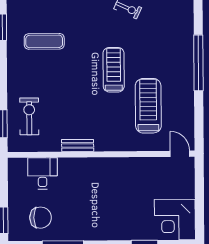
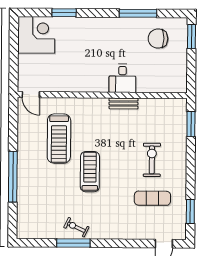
treadmill: (114, 70) -> (90, 172), turned 180
exercise bike: (29, 116) -> (152, 160), moved, turned 180
desk: (43, 173) -> (122, 78), moved

